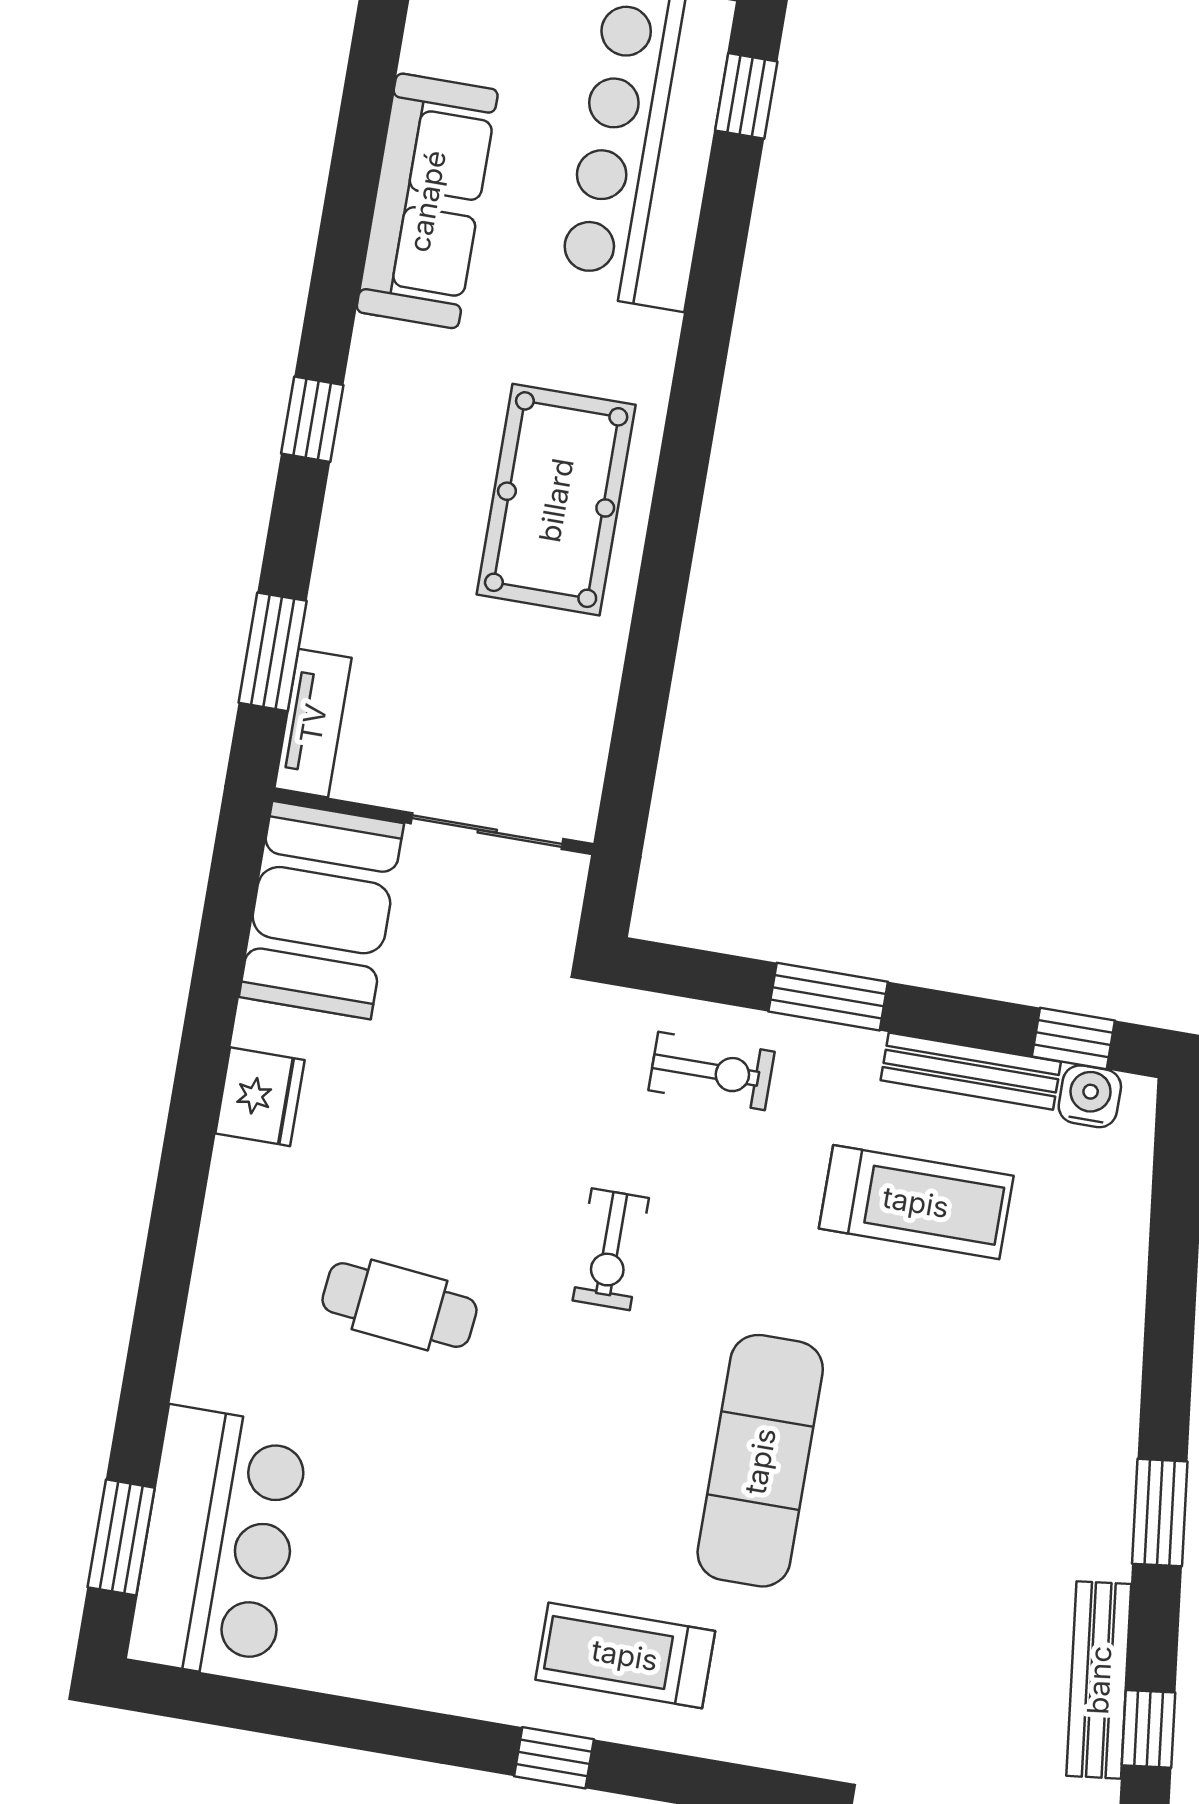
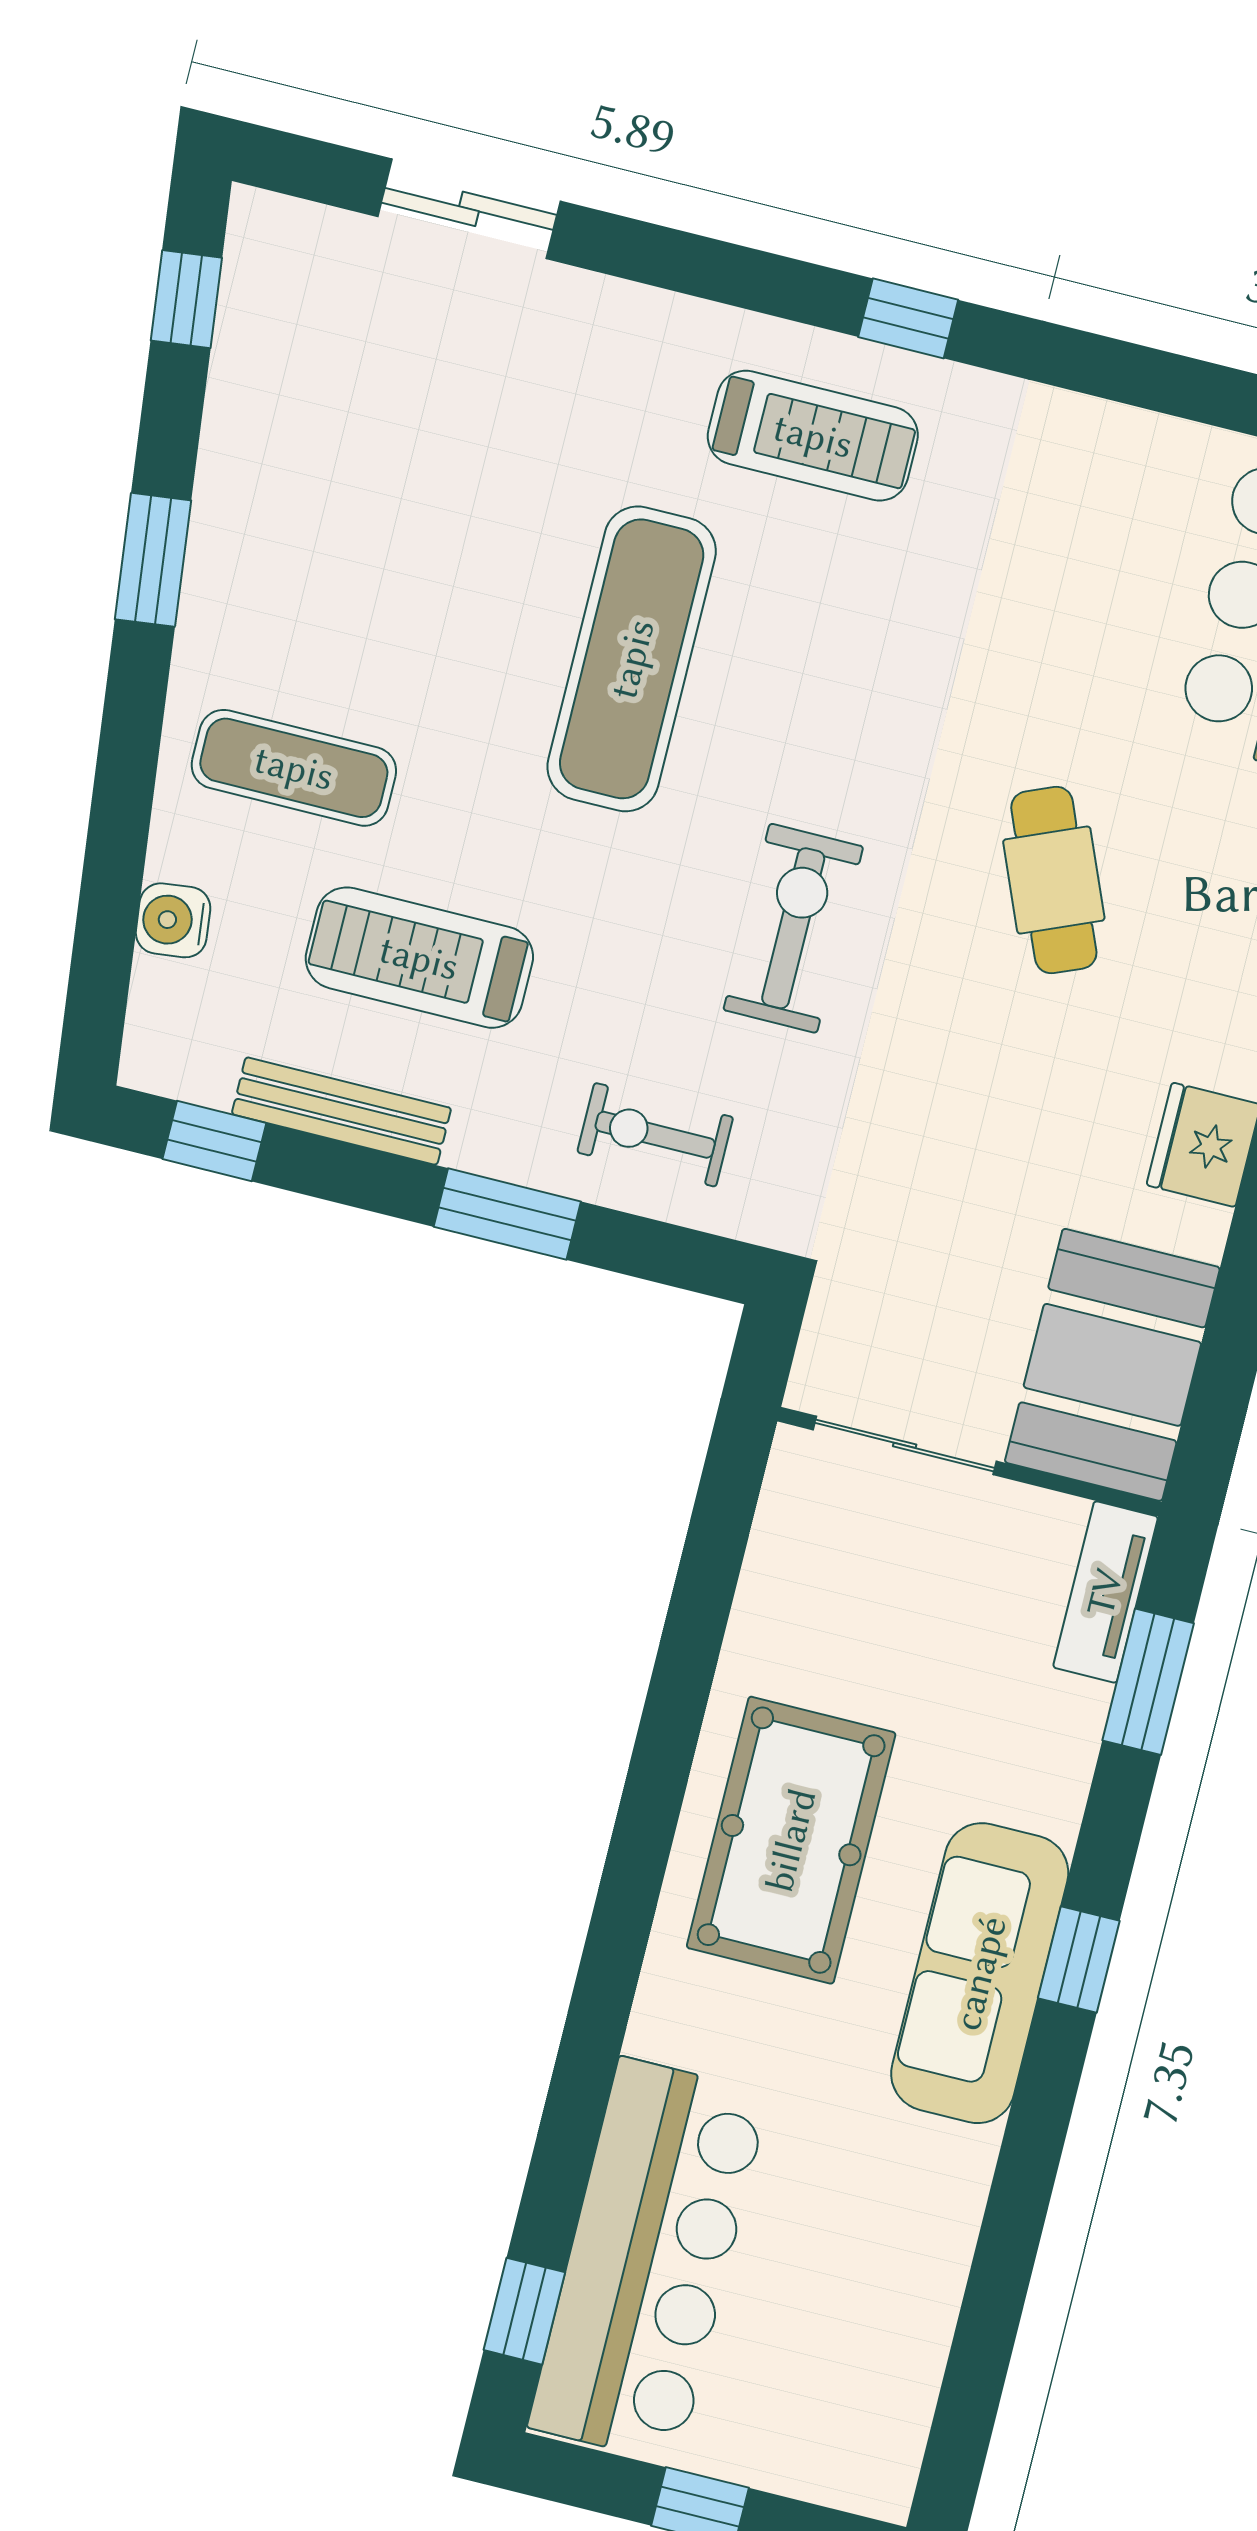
sofa: (427, 201) -> (980, 1973), moved
water cooler: (1090, 1096) -> (173, 920), moved, turned 83
exercise bike: (611, 1249) -> (793, 928), width x1.38, depth x1.39
cafe table: (399, 1305) -> (1054, 880), turned 61
exercise mat: (1031, 1350) -> (294, 768), added
bench: (1099, 1680) -> (242, 363), removed

